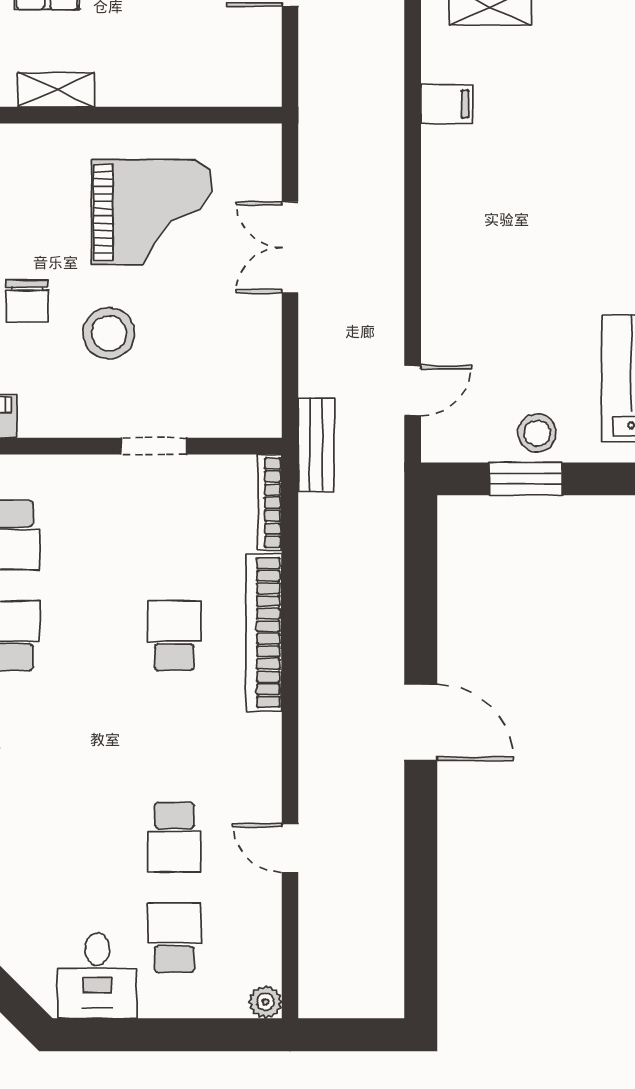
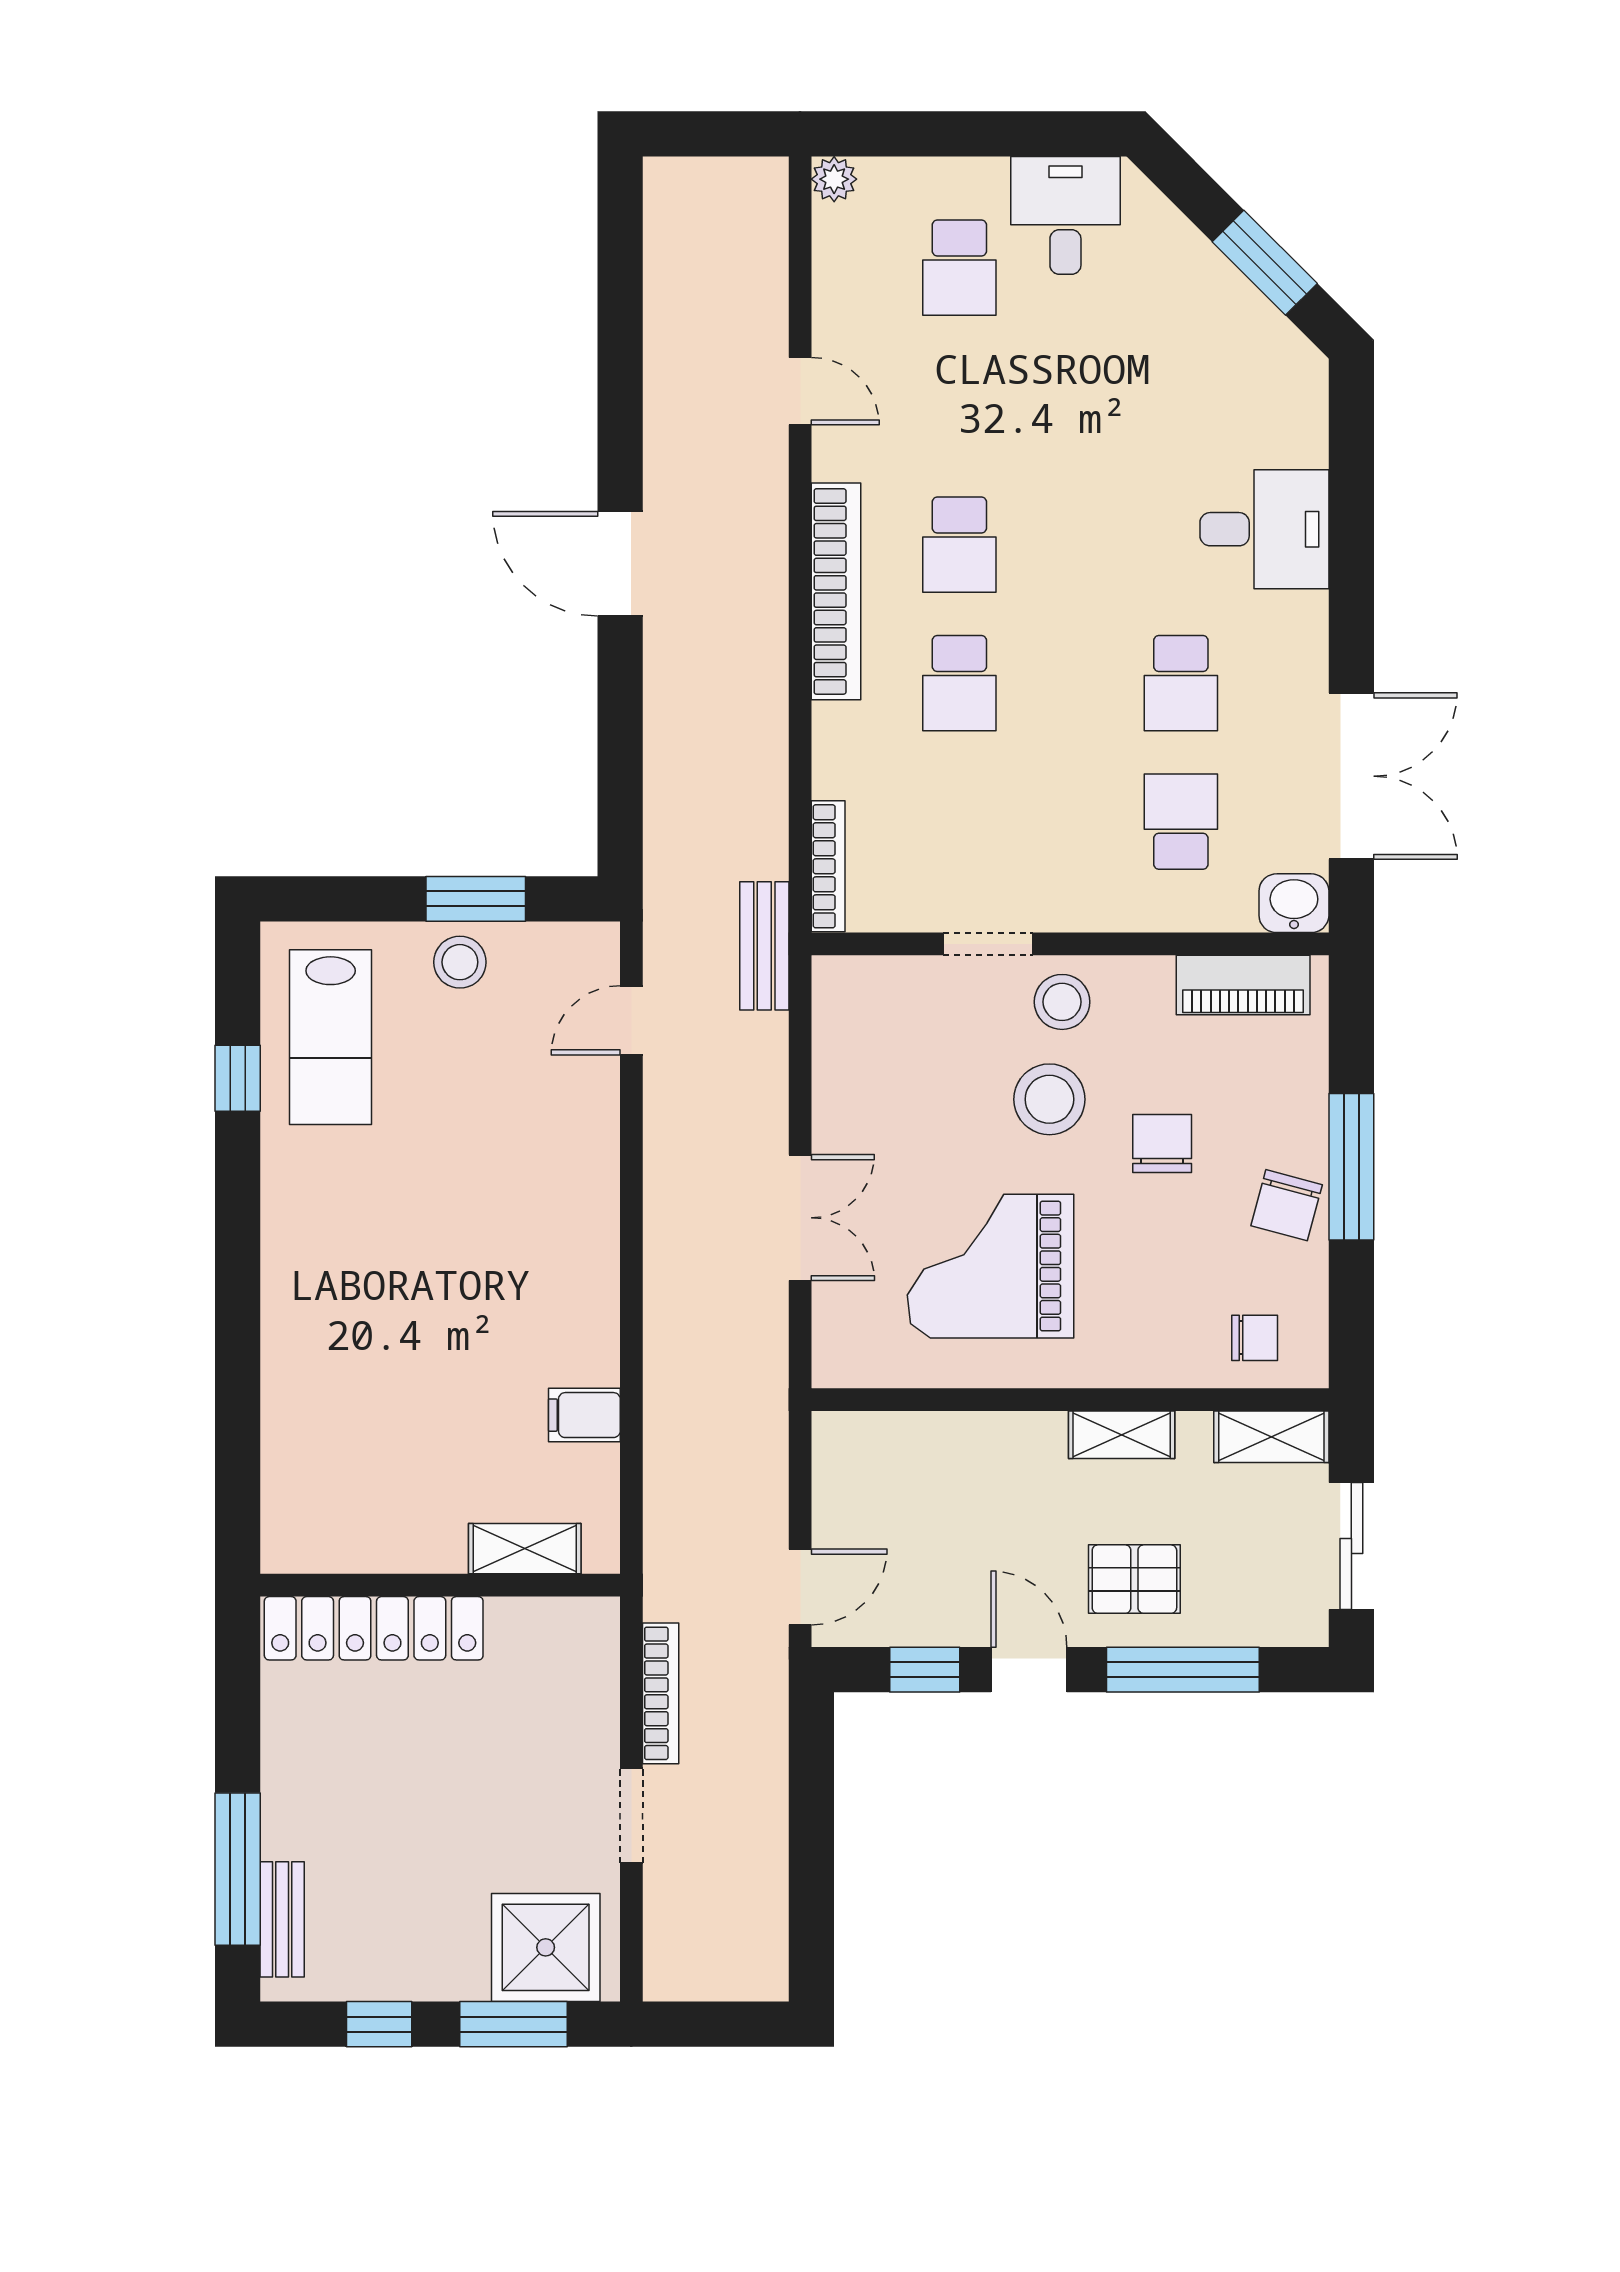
stool: (100, 404) -> (1062, 1002), added
bookcase: (264, 632) -> (836, 591), moved
school desk: (174, 837) -> (959, 545), moved, turned 180

